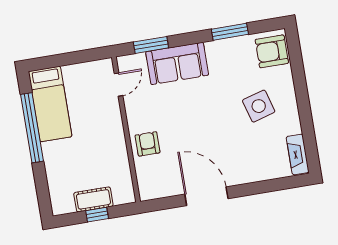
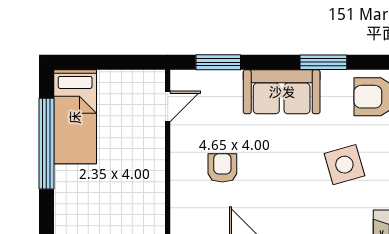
sofa: (177, 63) -> (282, 92), moved
armchair: (148, 144) -> (222, 168), moved

